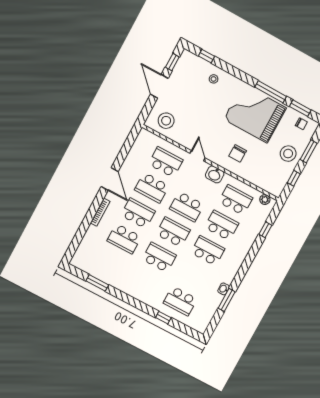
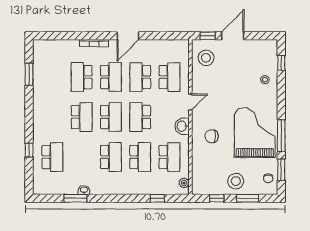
window: (172, 62) -> (208, 36), moved
school desk: (180, 301) -> (52, 157), turned 180

